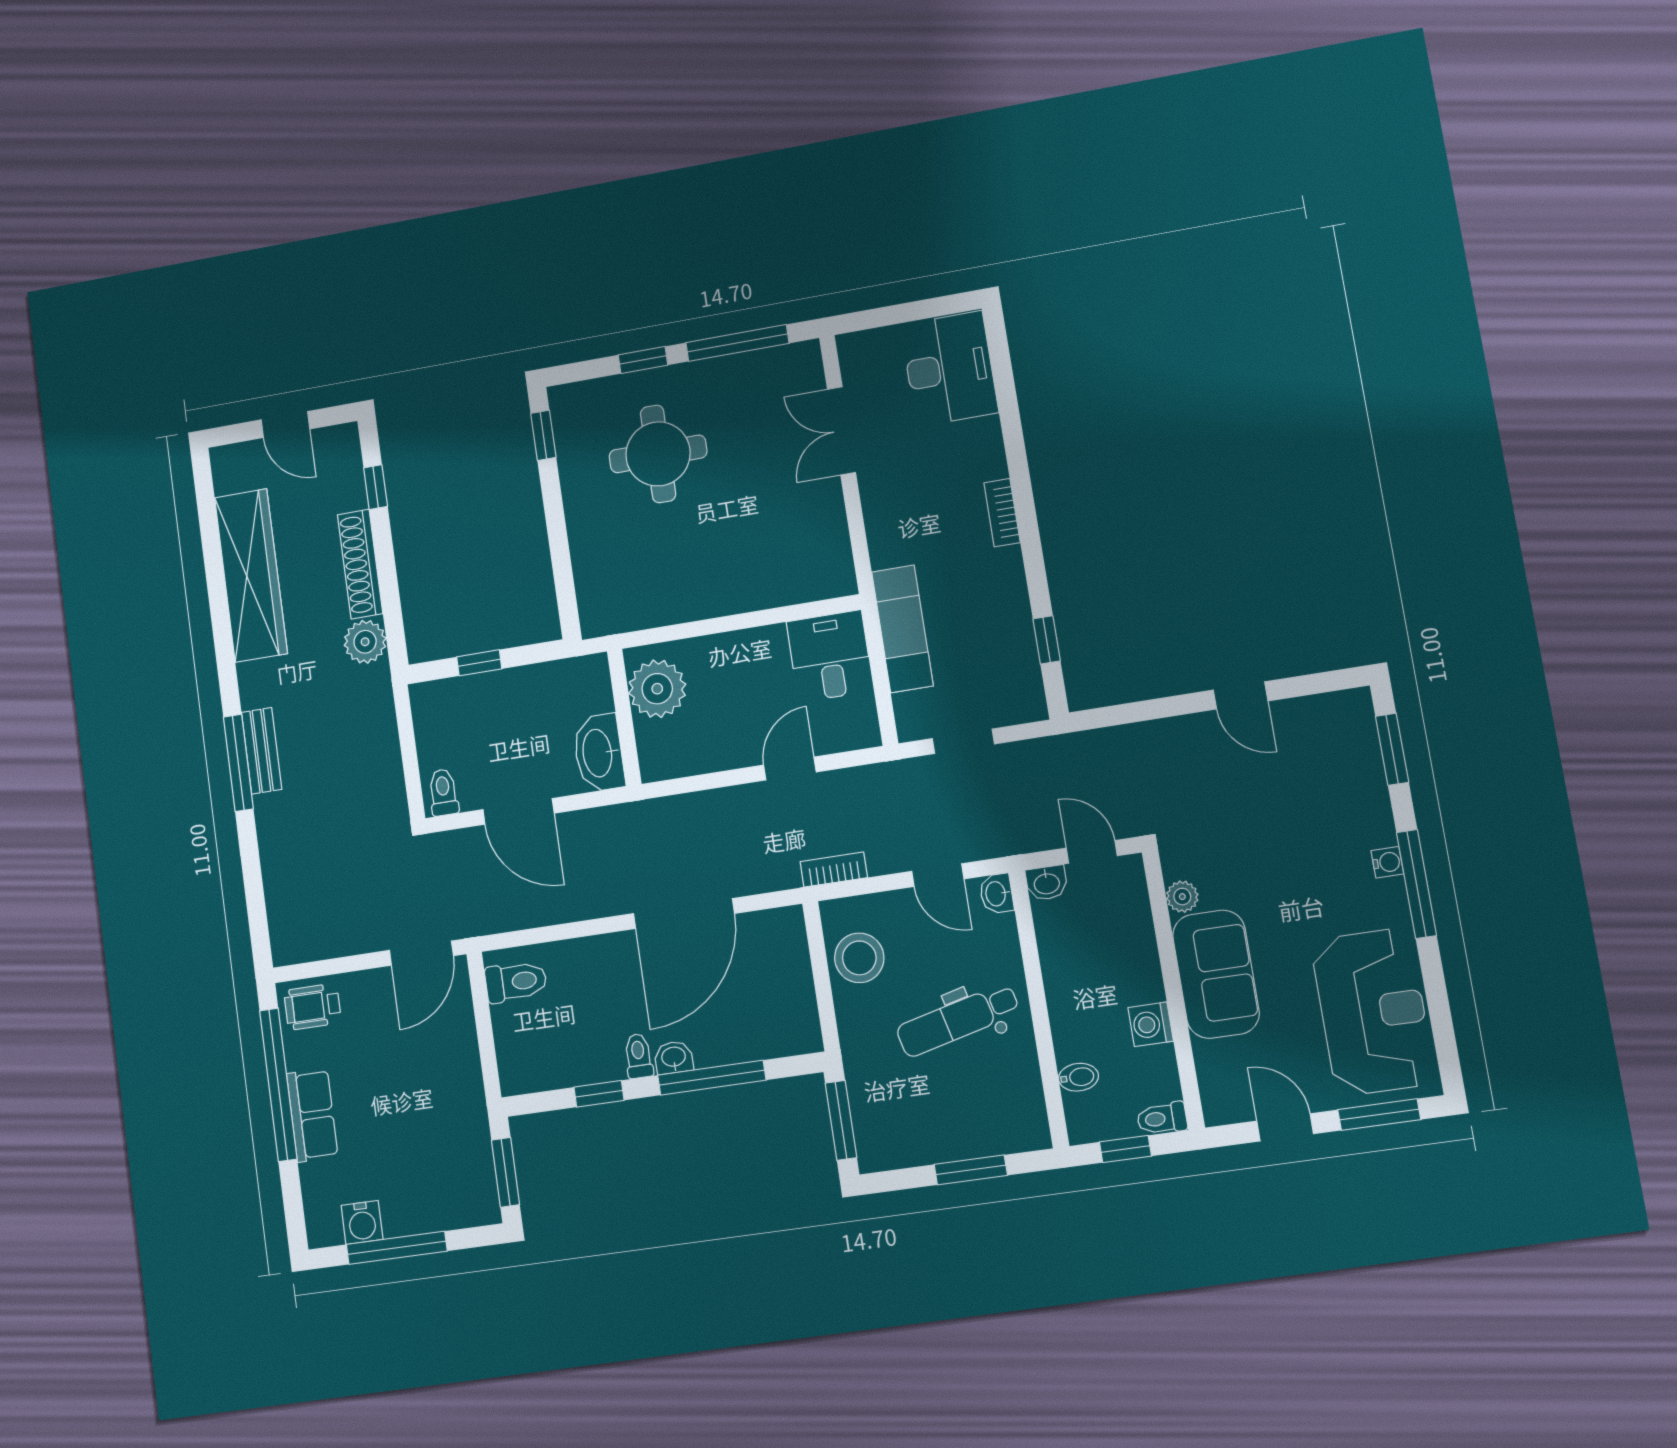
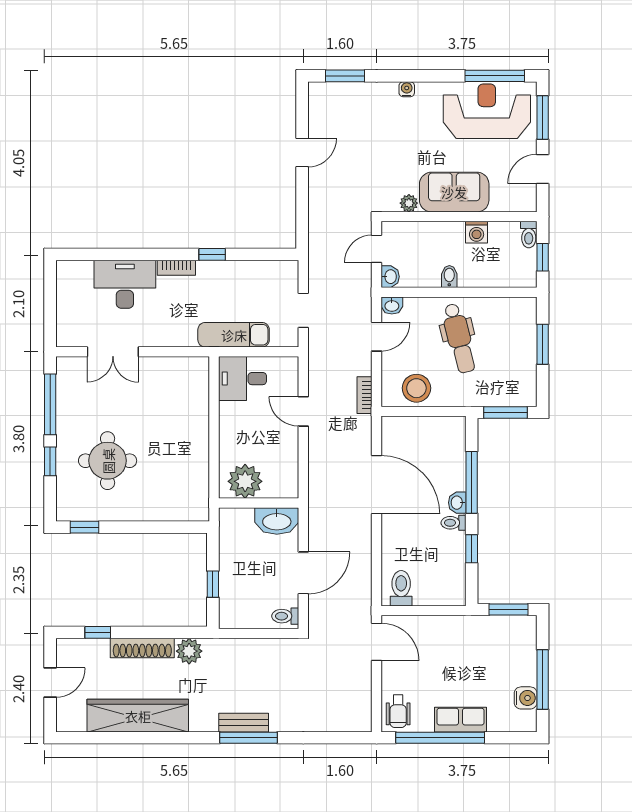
desk: (949, 369) -> (125, 284), moved
window: (1047, 640) -> (212, 254), moved
window: (1416, 884) -> (495, 76), moved
bidet: (1078, 1077) -> (449, 276), moved

